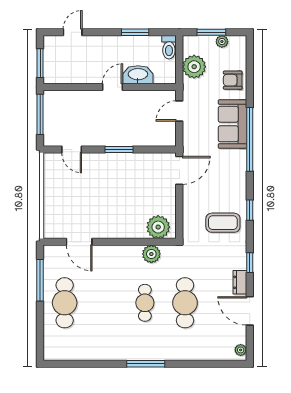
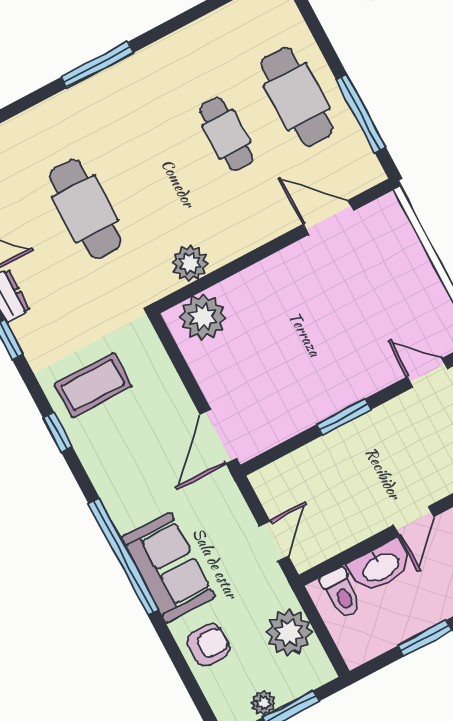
toilet: (169, 47) -> (341, 593), moved, turned 180
cafe table: (145, 303) -> (226, 134), moved

